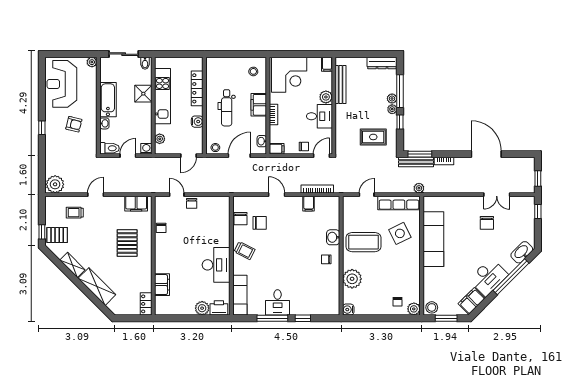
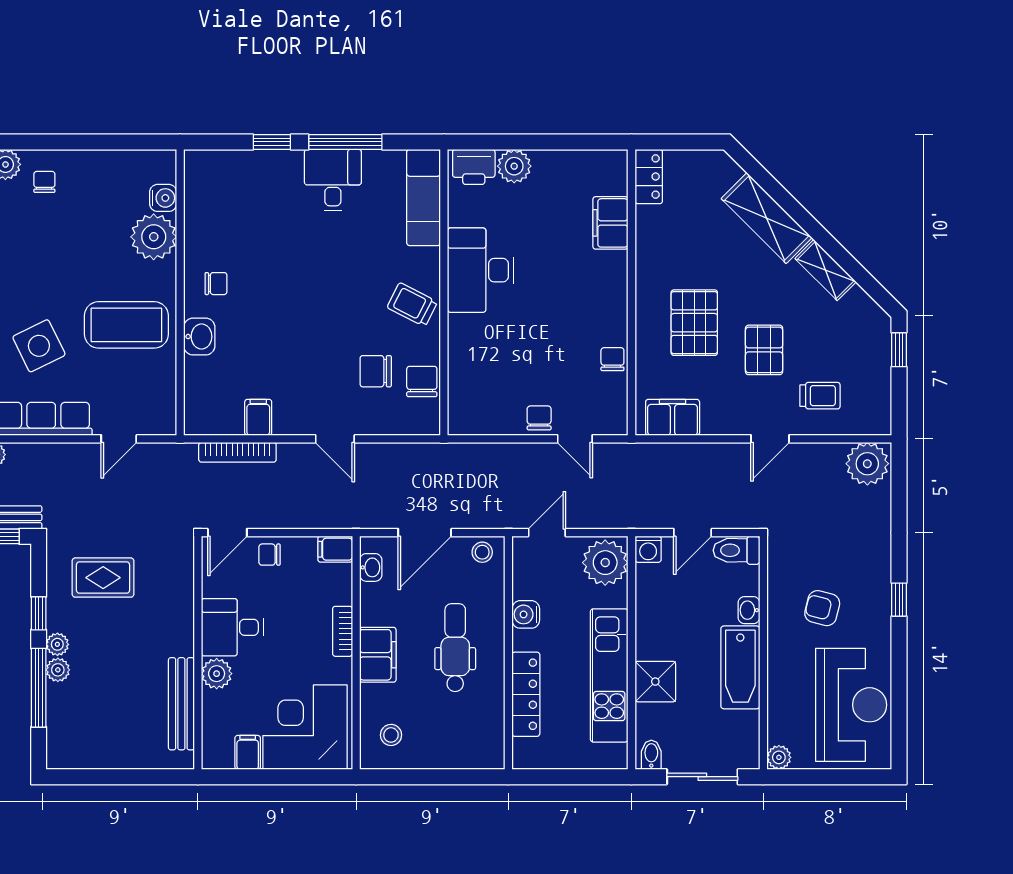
dresser: (382, 63) -> (82, 755), removed
filing cabinet: (327, 64) -> (248, 752), moved
plant: (160, 139) -> (605, 563), width x1.88, depth x1.88
pallet: (57, 235) -> (764, 350), moved, turned 90
water cooler: (348, 310) -> (163, 198), moved

